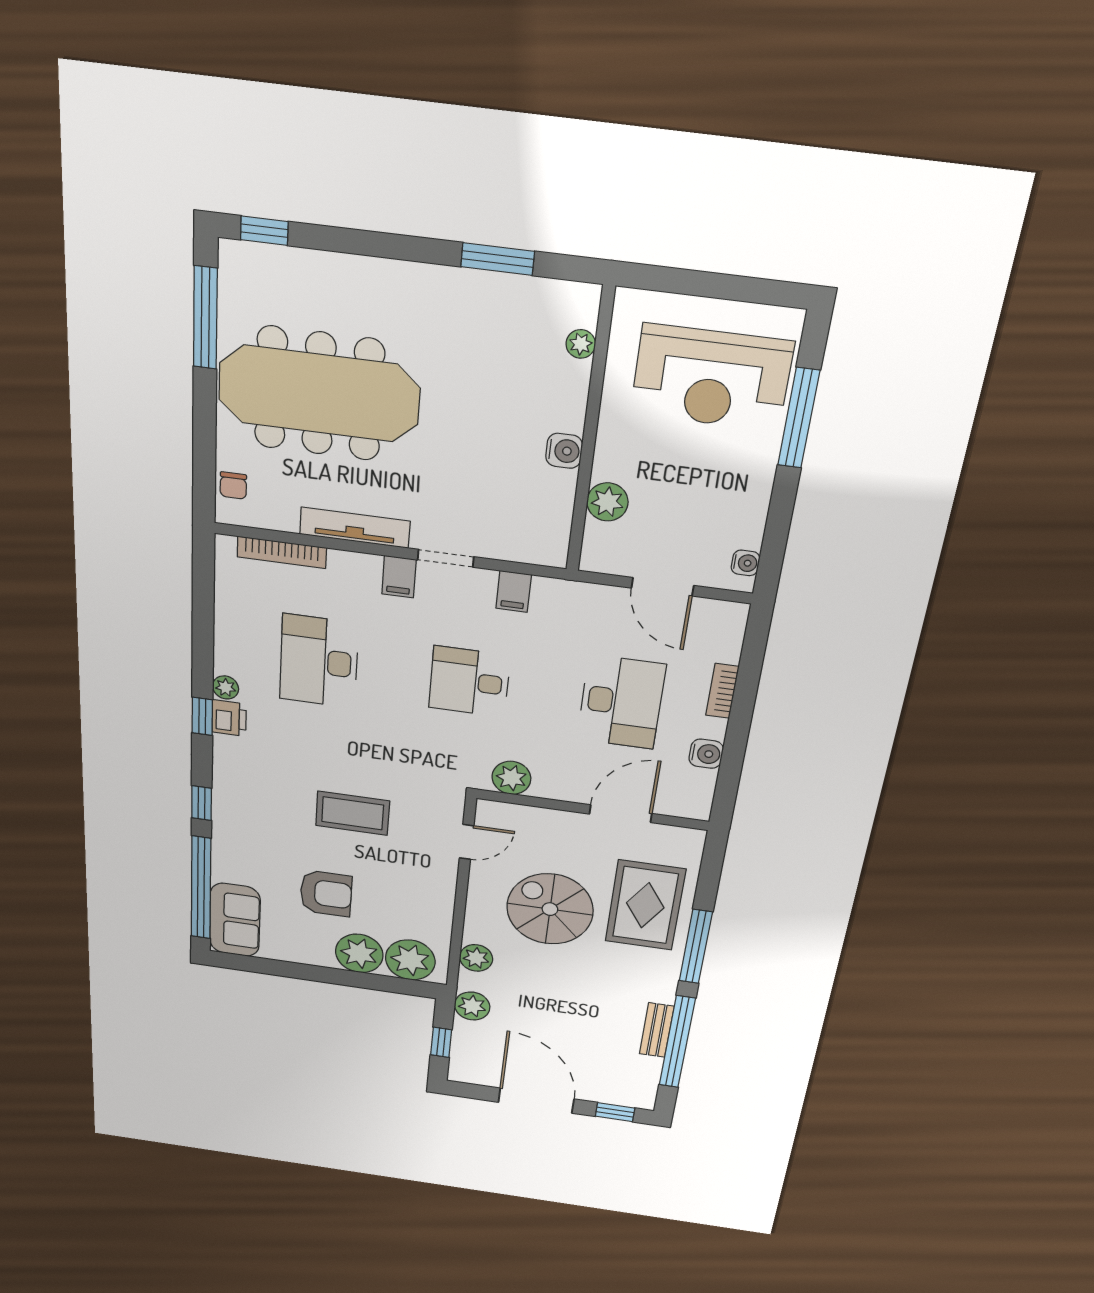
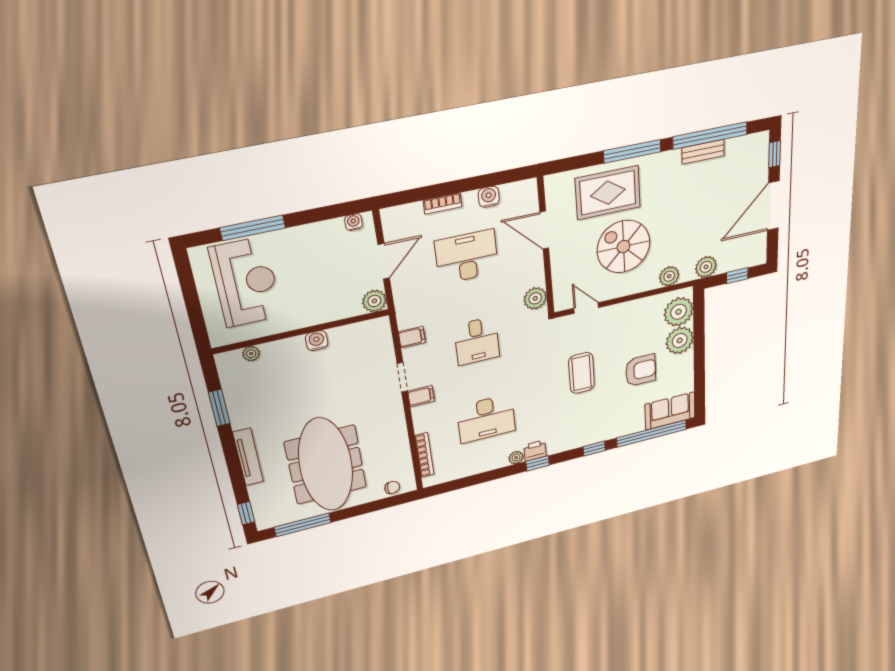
plant: (607, 502) -> (374, 301), moved
tv unit: (355, 528) -> (248, 457), moved, turned 180
armchair: (326, 893) -> (641, 370), turned 90
spiral stairs: (550, 909) -> (624, 247), turned 90

